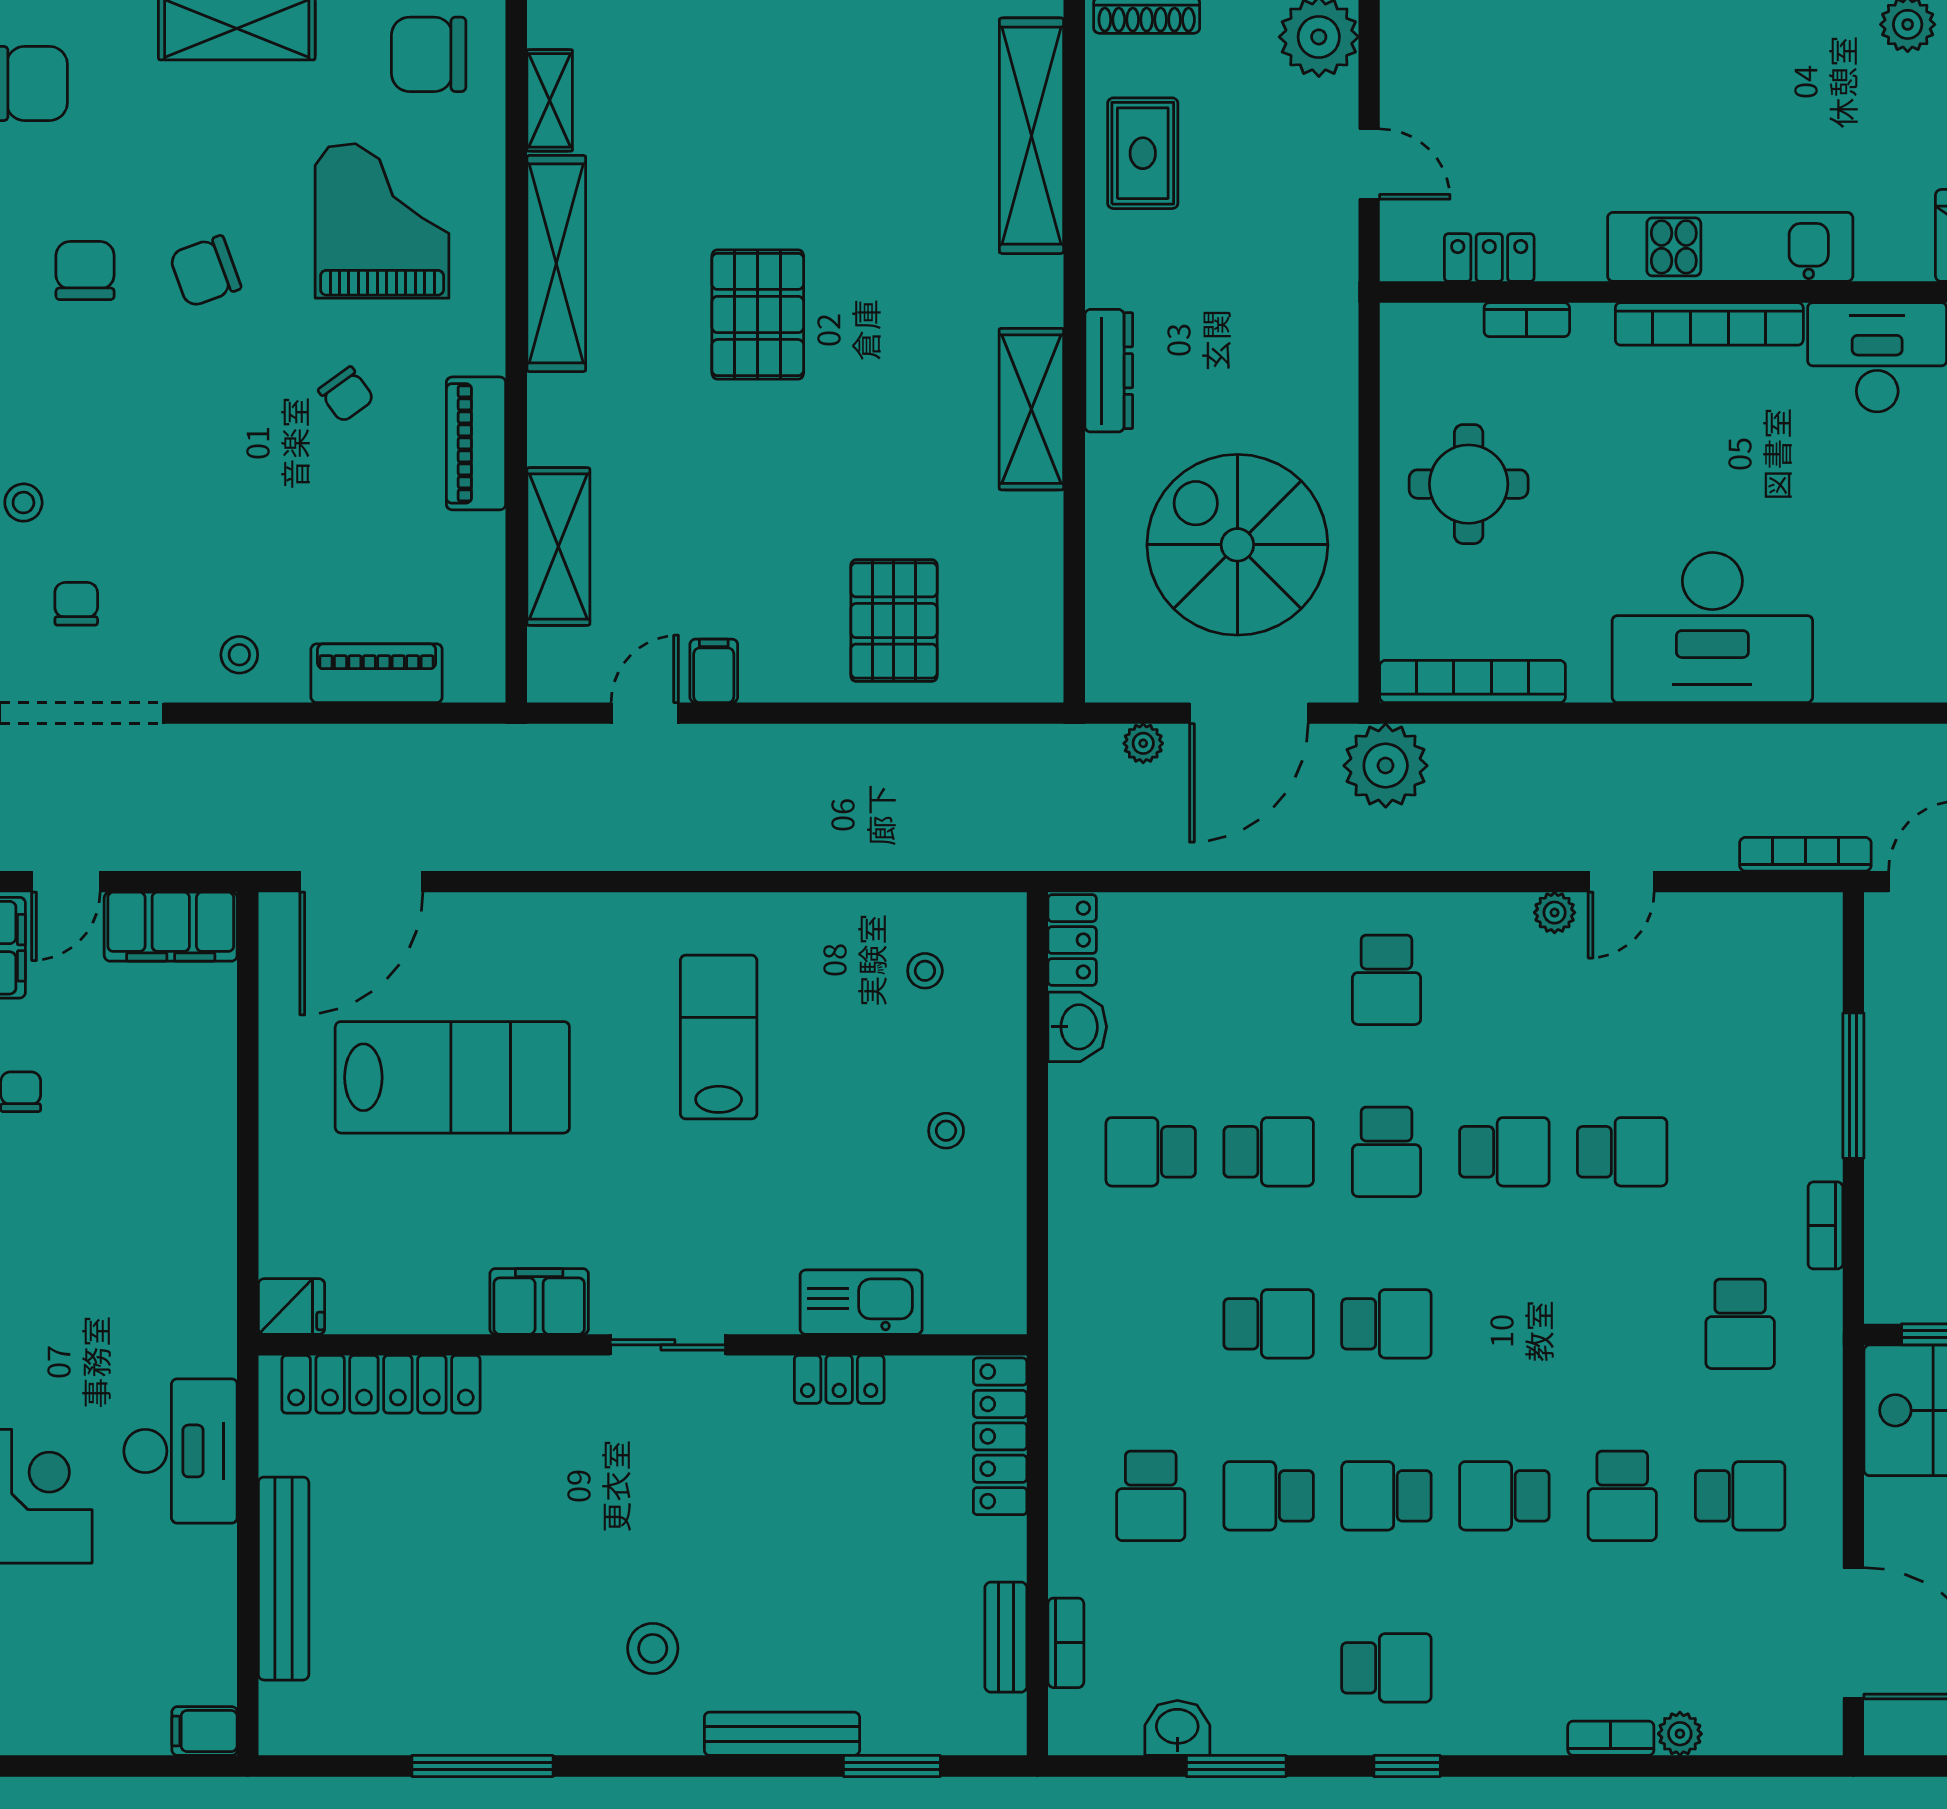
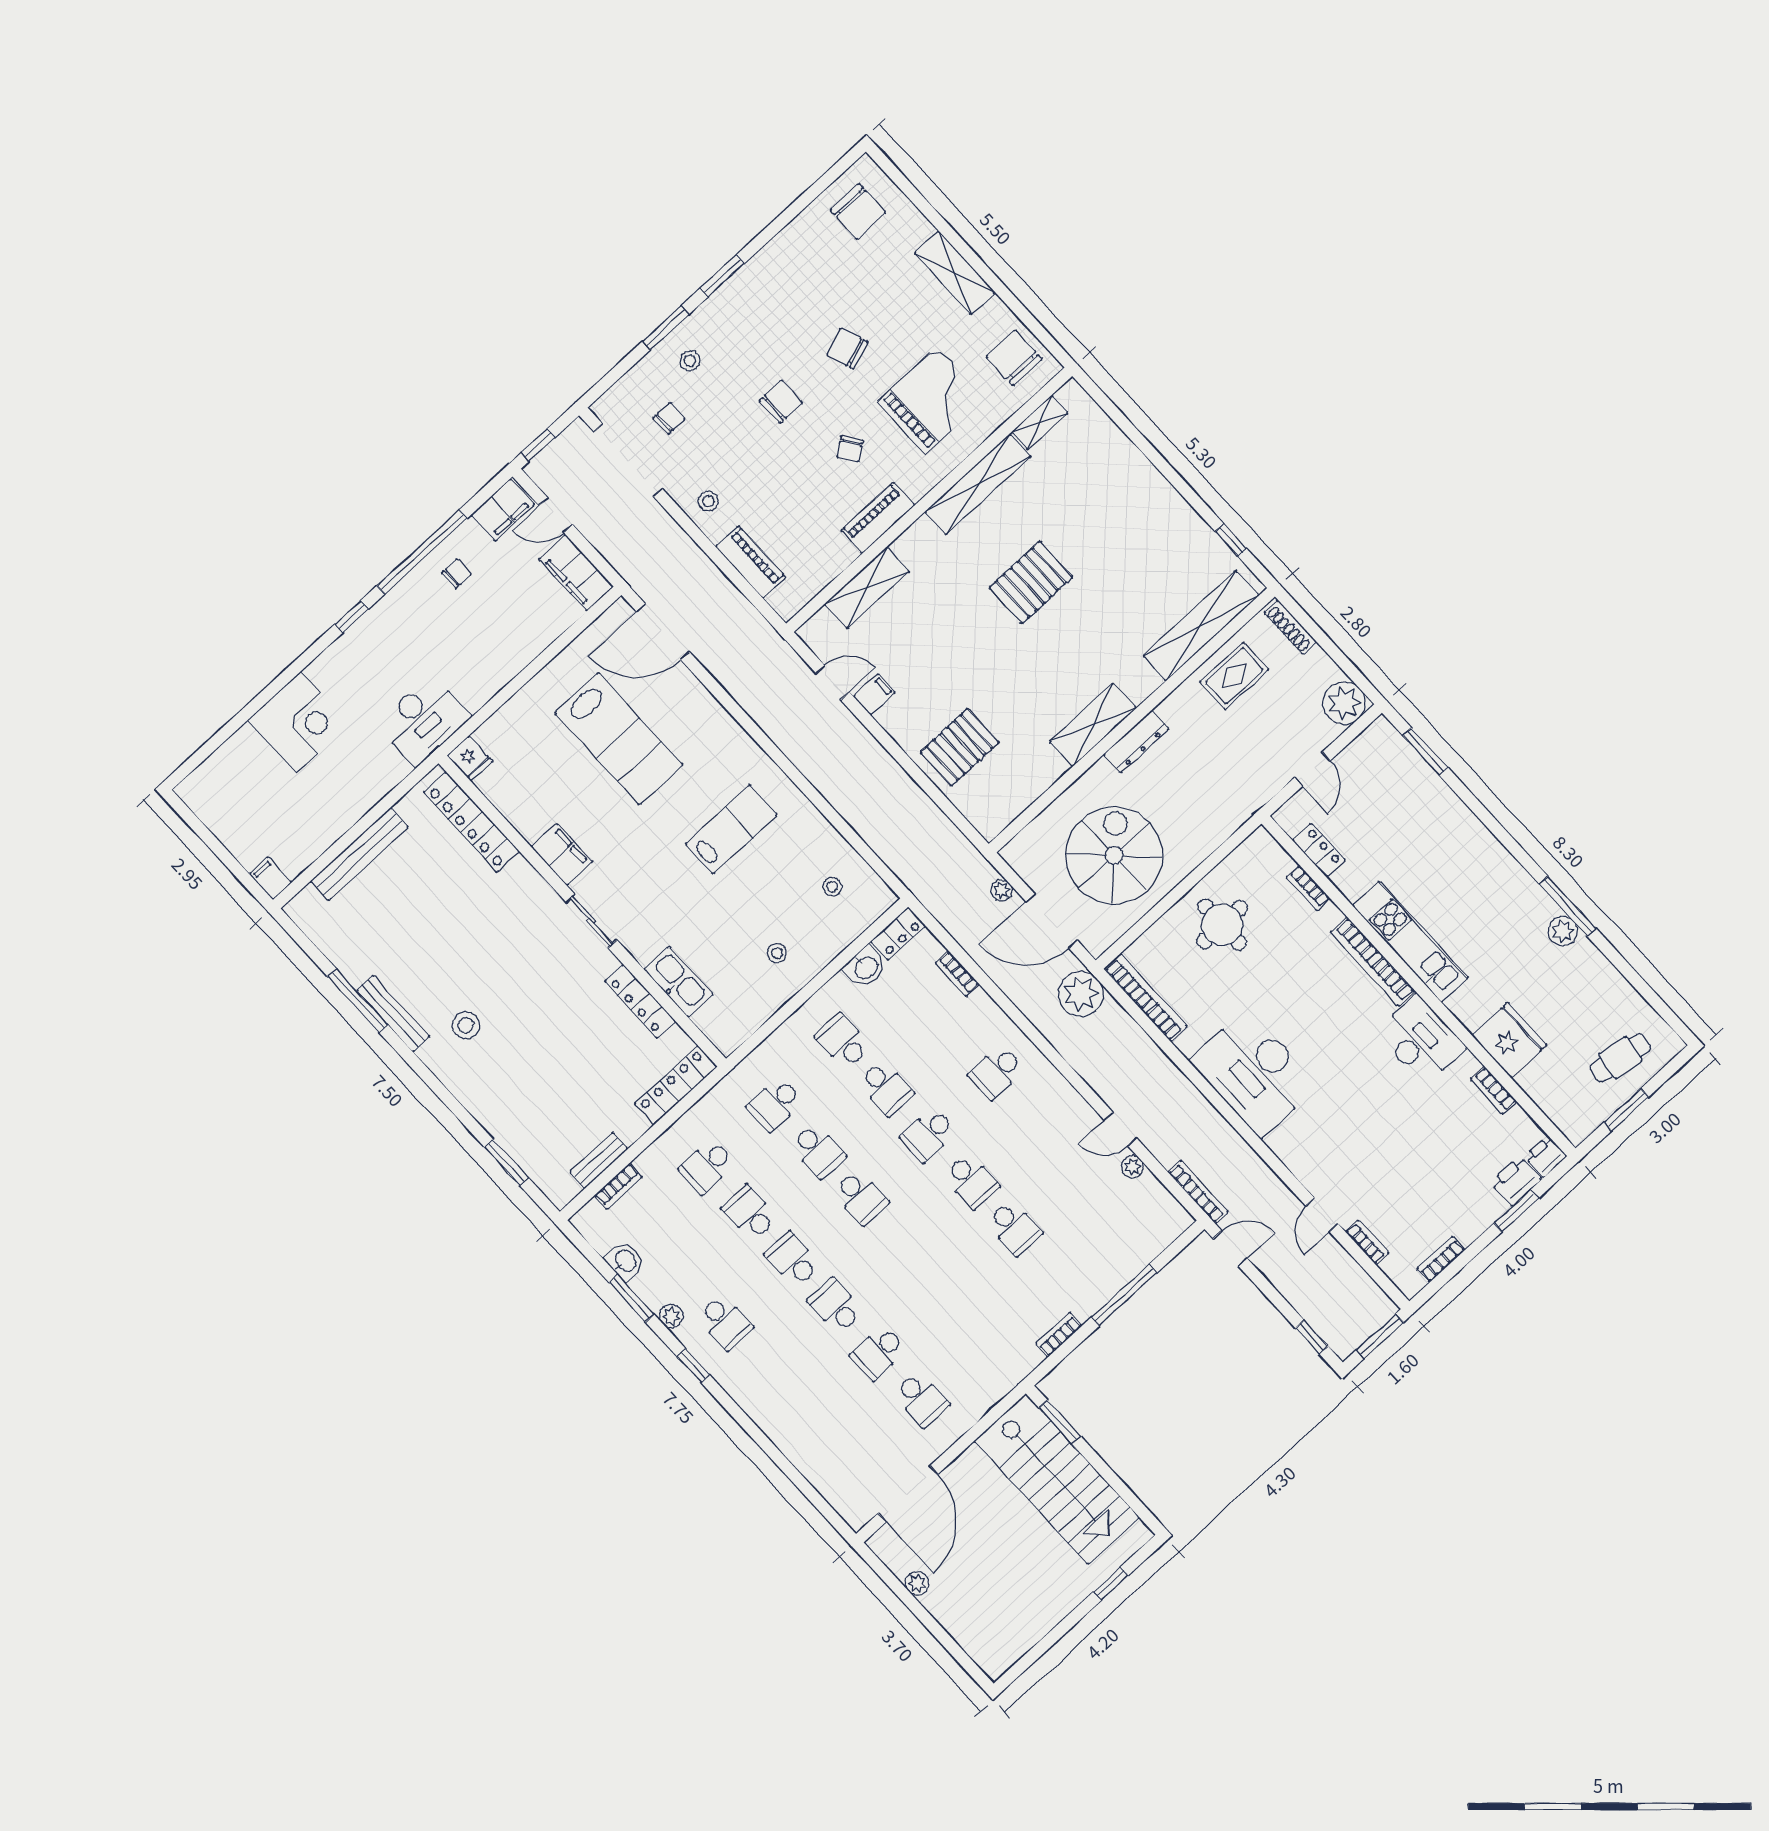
chair: (85, 271) -> (781, 402), moved
plant: (1555, 913) -> (1132, 1167), moved
school desk: (1740, 1324) -> (775, 1104), moved
locker: (839, 1379) -> (640, 1001), width x1.53
desk: (180, 1451) -> (424, 720), moved
bench: (782, 1734) -> (393, 1014), moved
plant: (1680, 1734) -> (671, 1316), moved
bookcase: (1611, 1738) -> (957, 974), moved, turned 180

